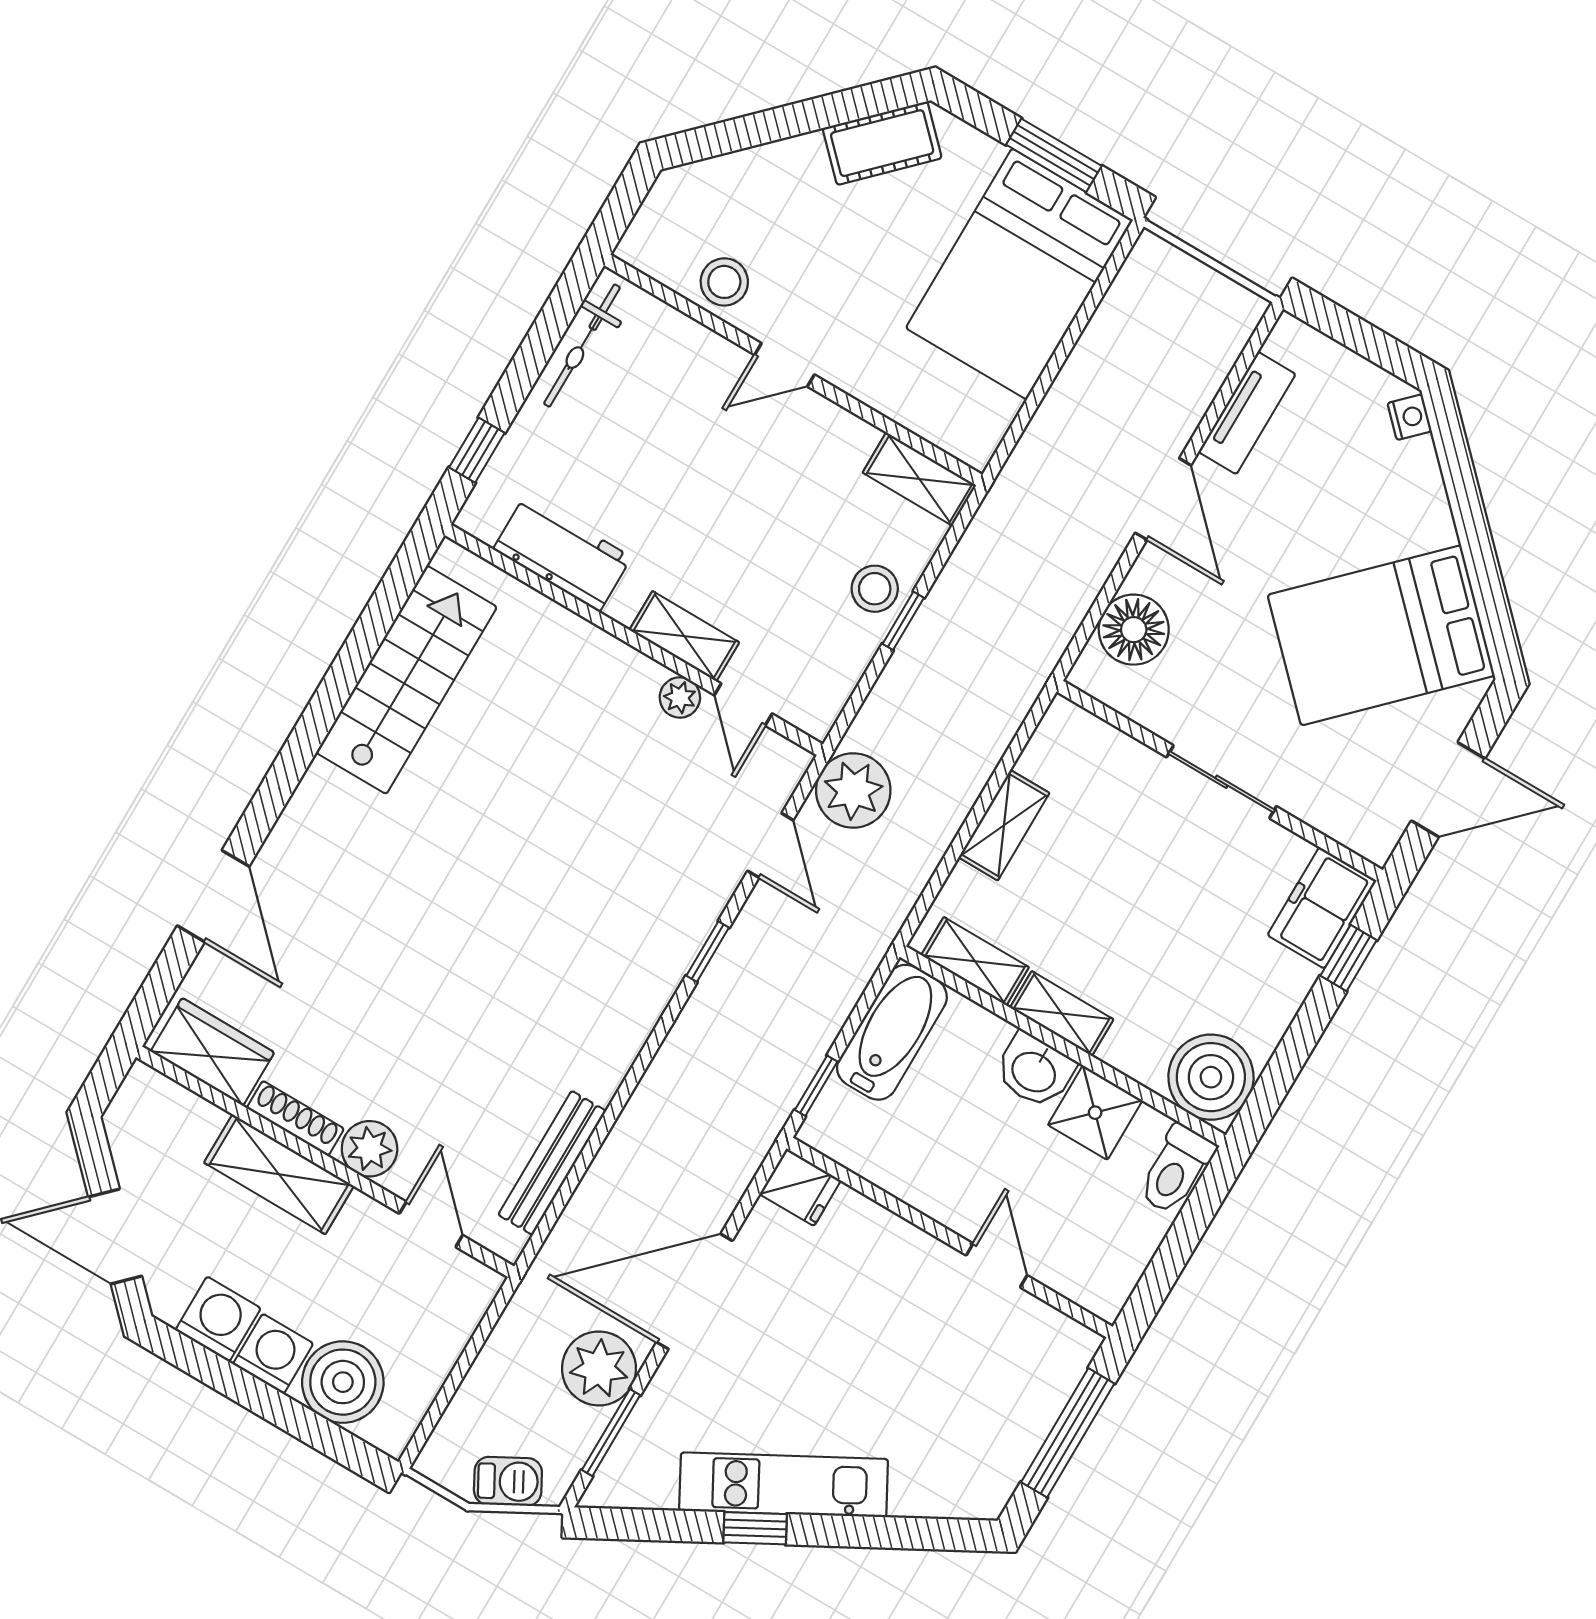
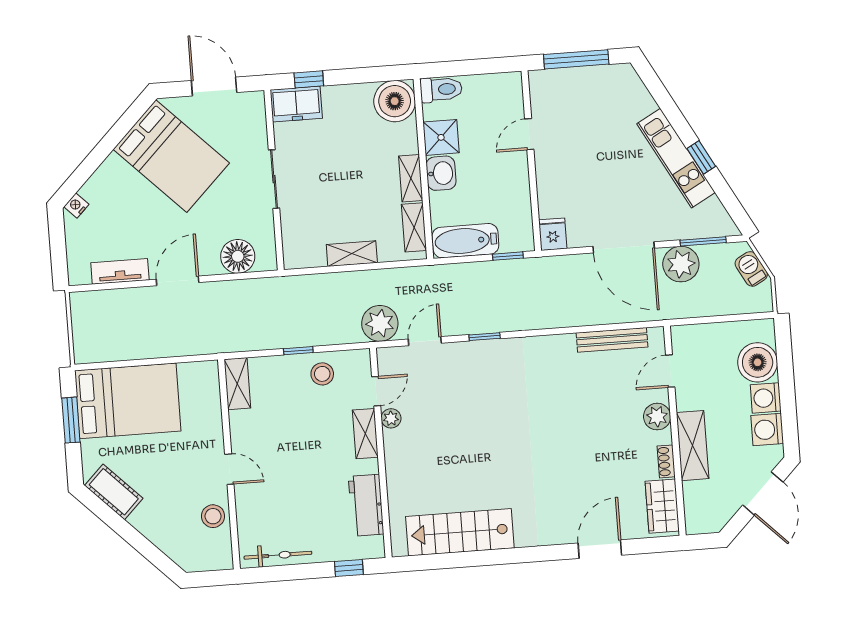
stool: (875, 589) -> (322, 374), moved
shoe rack: (295, 1118) -> (666, 461), width x0.70

